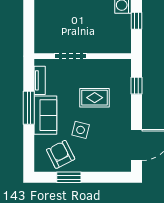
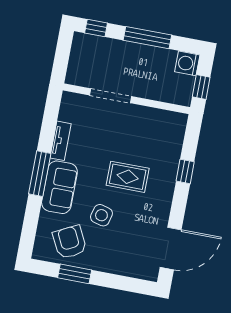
doorway: (70, 56) -> (110, 96), moved
wall: (83, 56) -> (126, 99), moved

